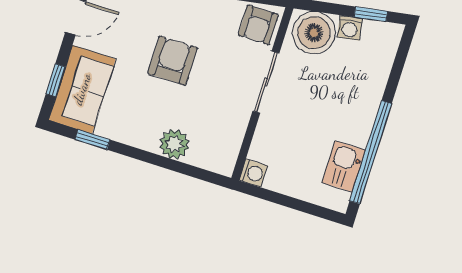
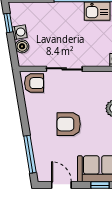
boiler: (314, 33) -> (22, 46), width x0.54, depth x0.54

